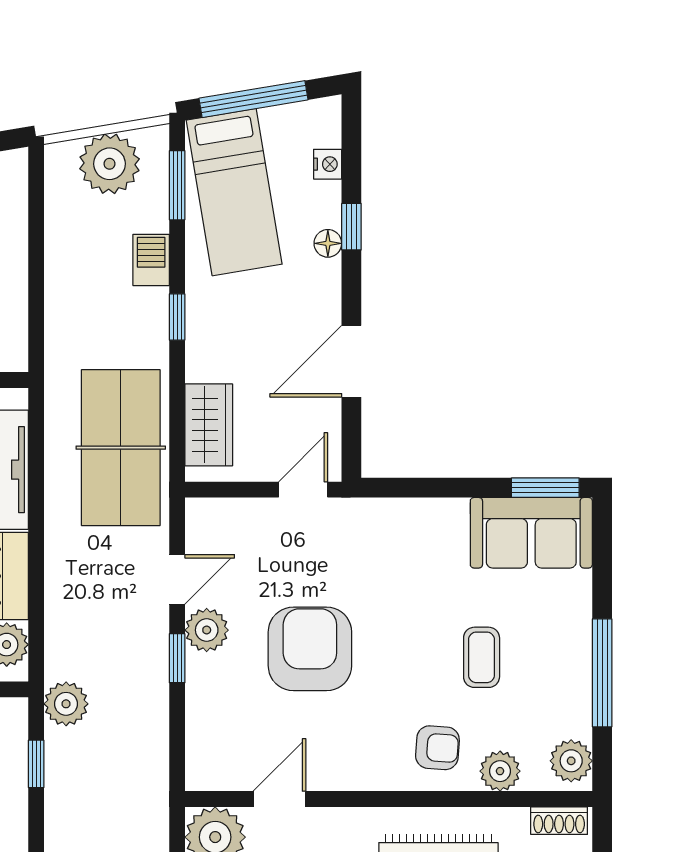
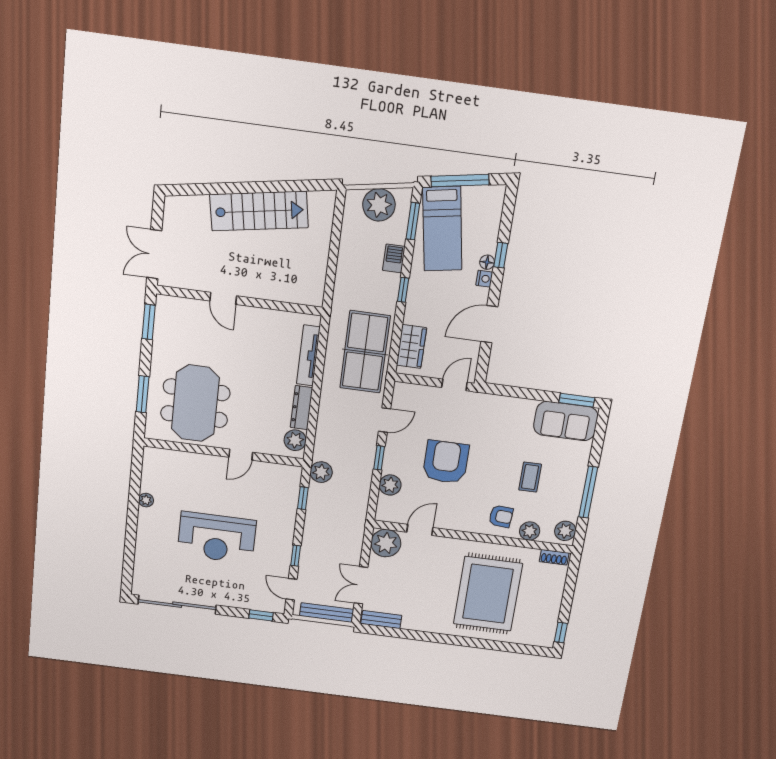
nightstand: (328, 164) -> (484, 279), moved
plant: (207, 630) -> (390, 485), moved

